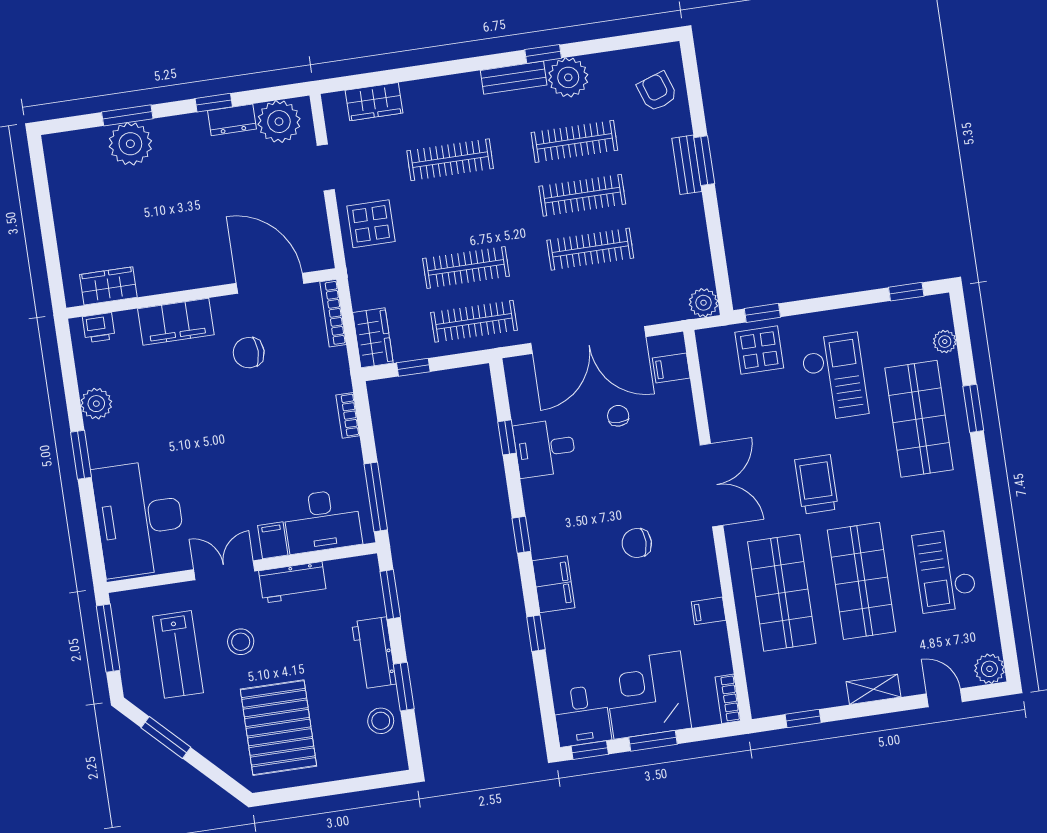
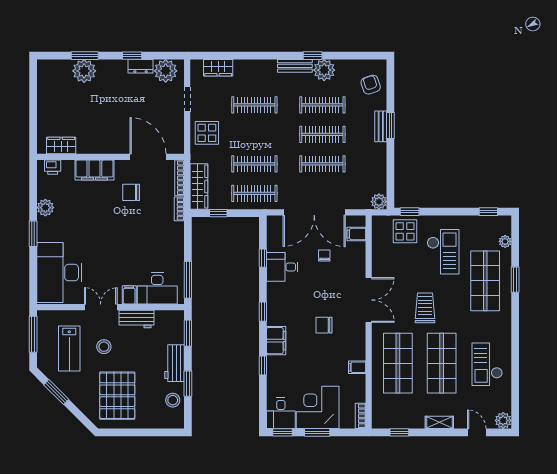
wardrobe: (373, 338) -> (199, 187), width x1.50
bookcase: (348, 415) -> (179, 209), moved

